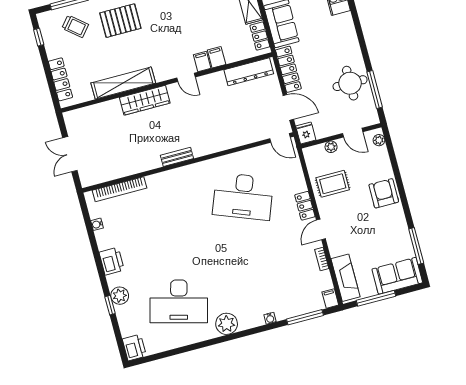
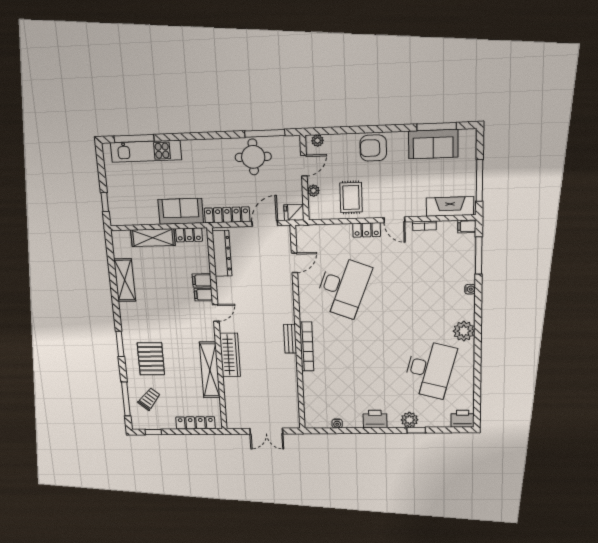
door: (280, 138) -> (295, 263), moved
bookcase: (120, 189) -> (307, 347), moved
sofa: (397, 276) -> (433, 144), moved, turned -90

